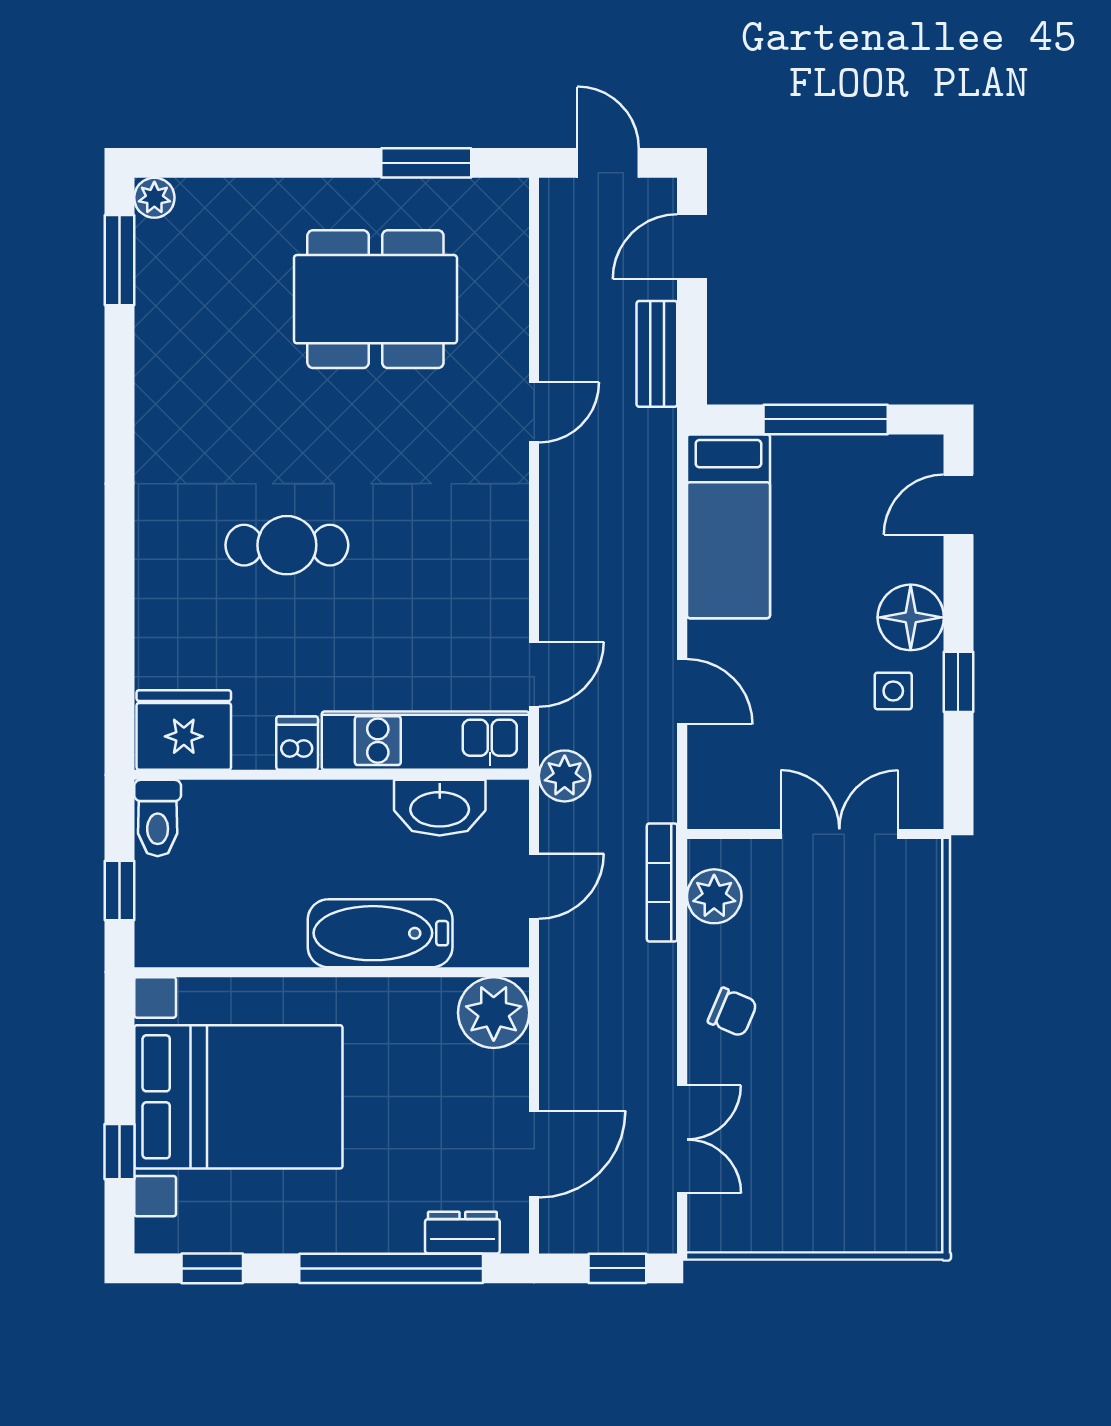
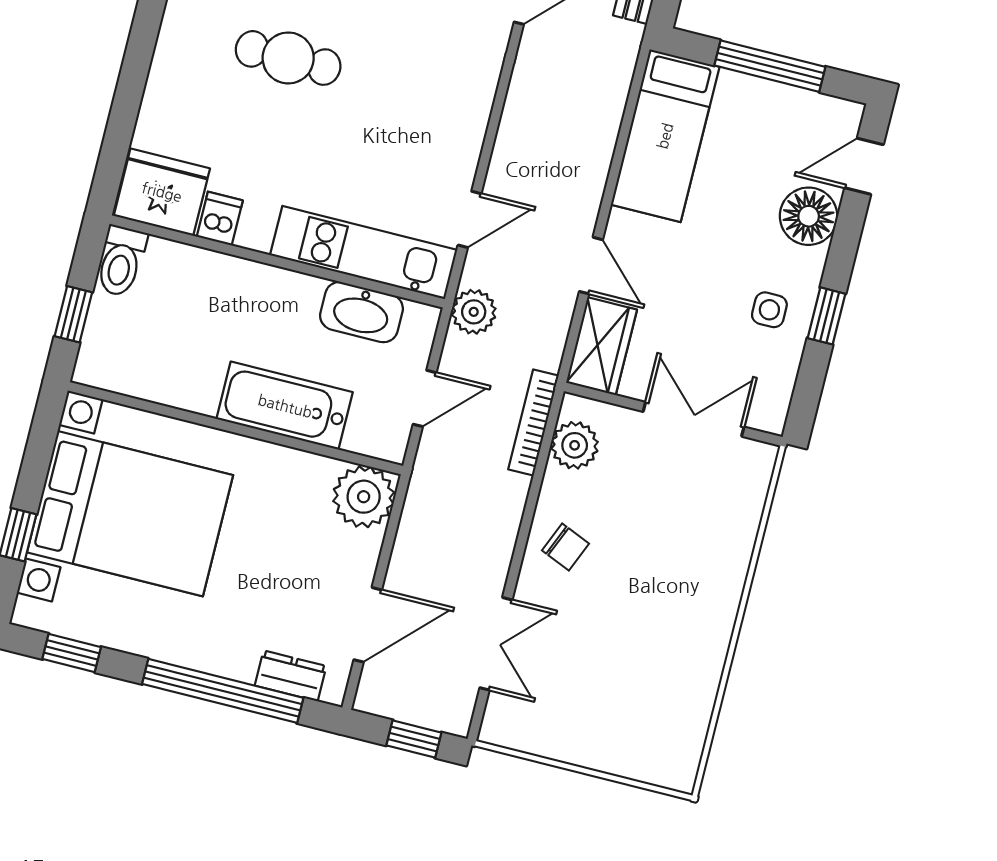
floor lamp: (911, 617) -> (809, 216), moved
dishwasher: (297, 743) -> (220, 219), moved
wardrobe: (716, 778) -> (601, 346), added

